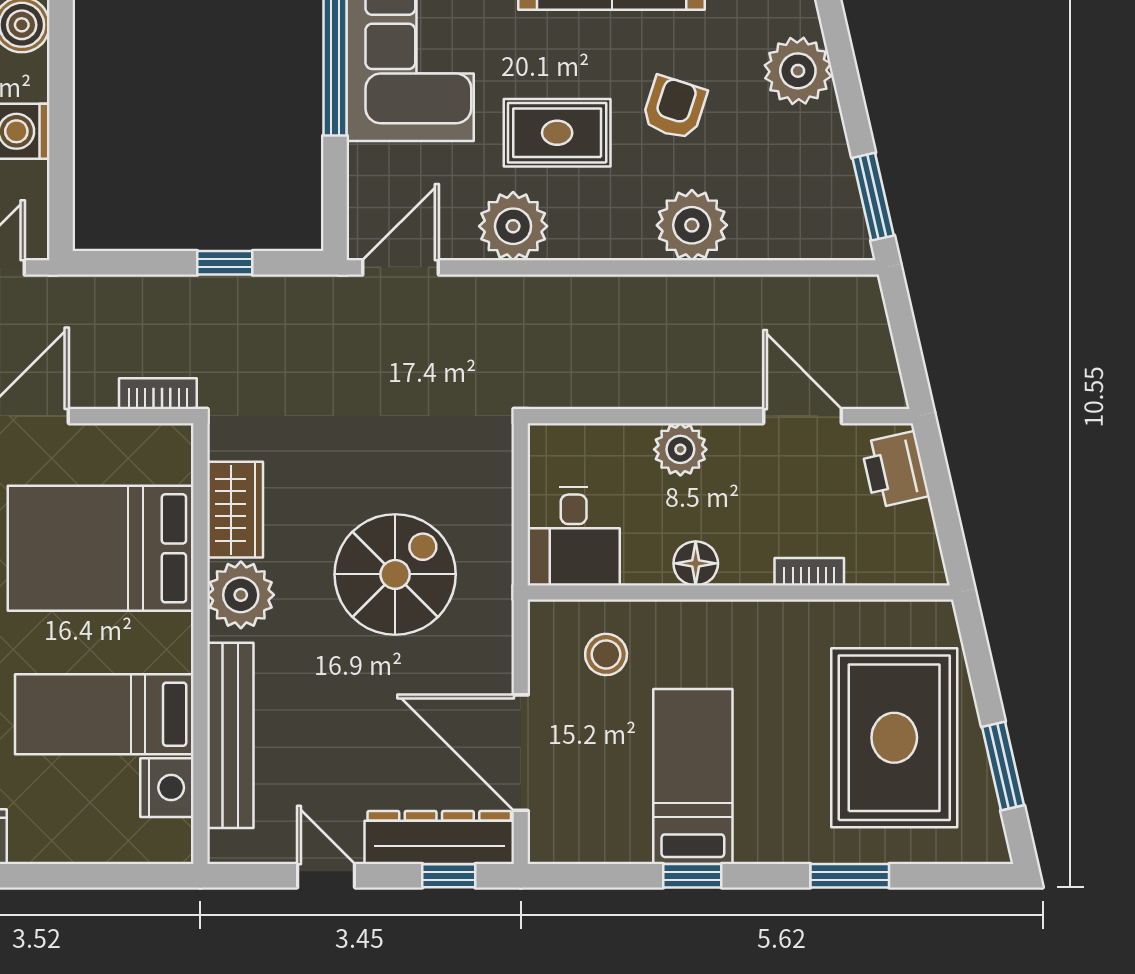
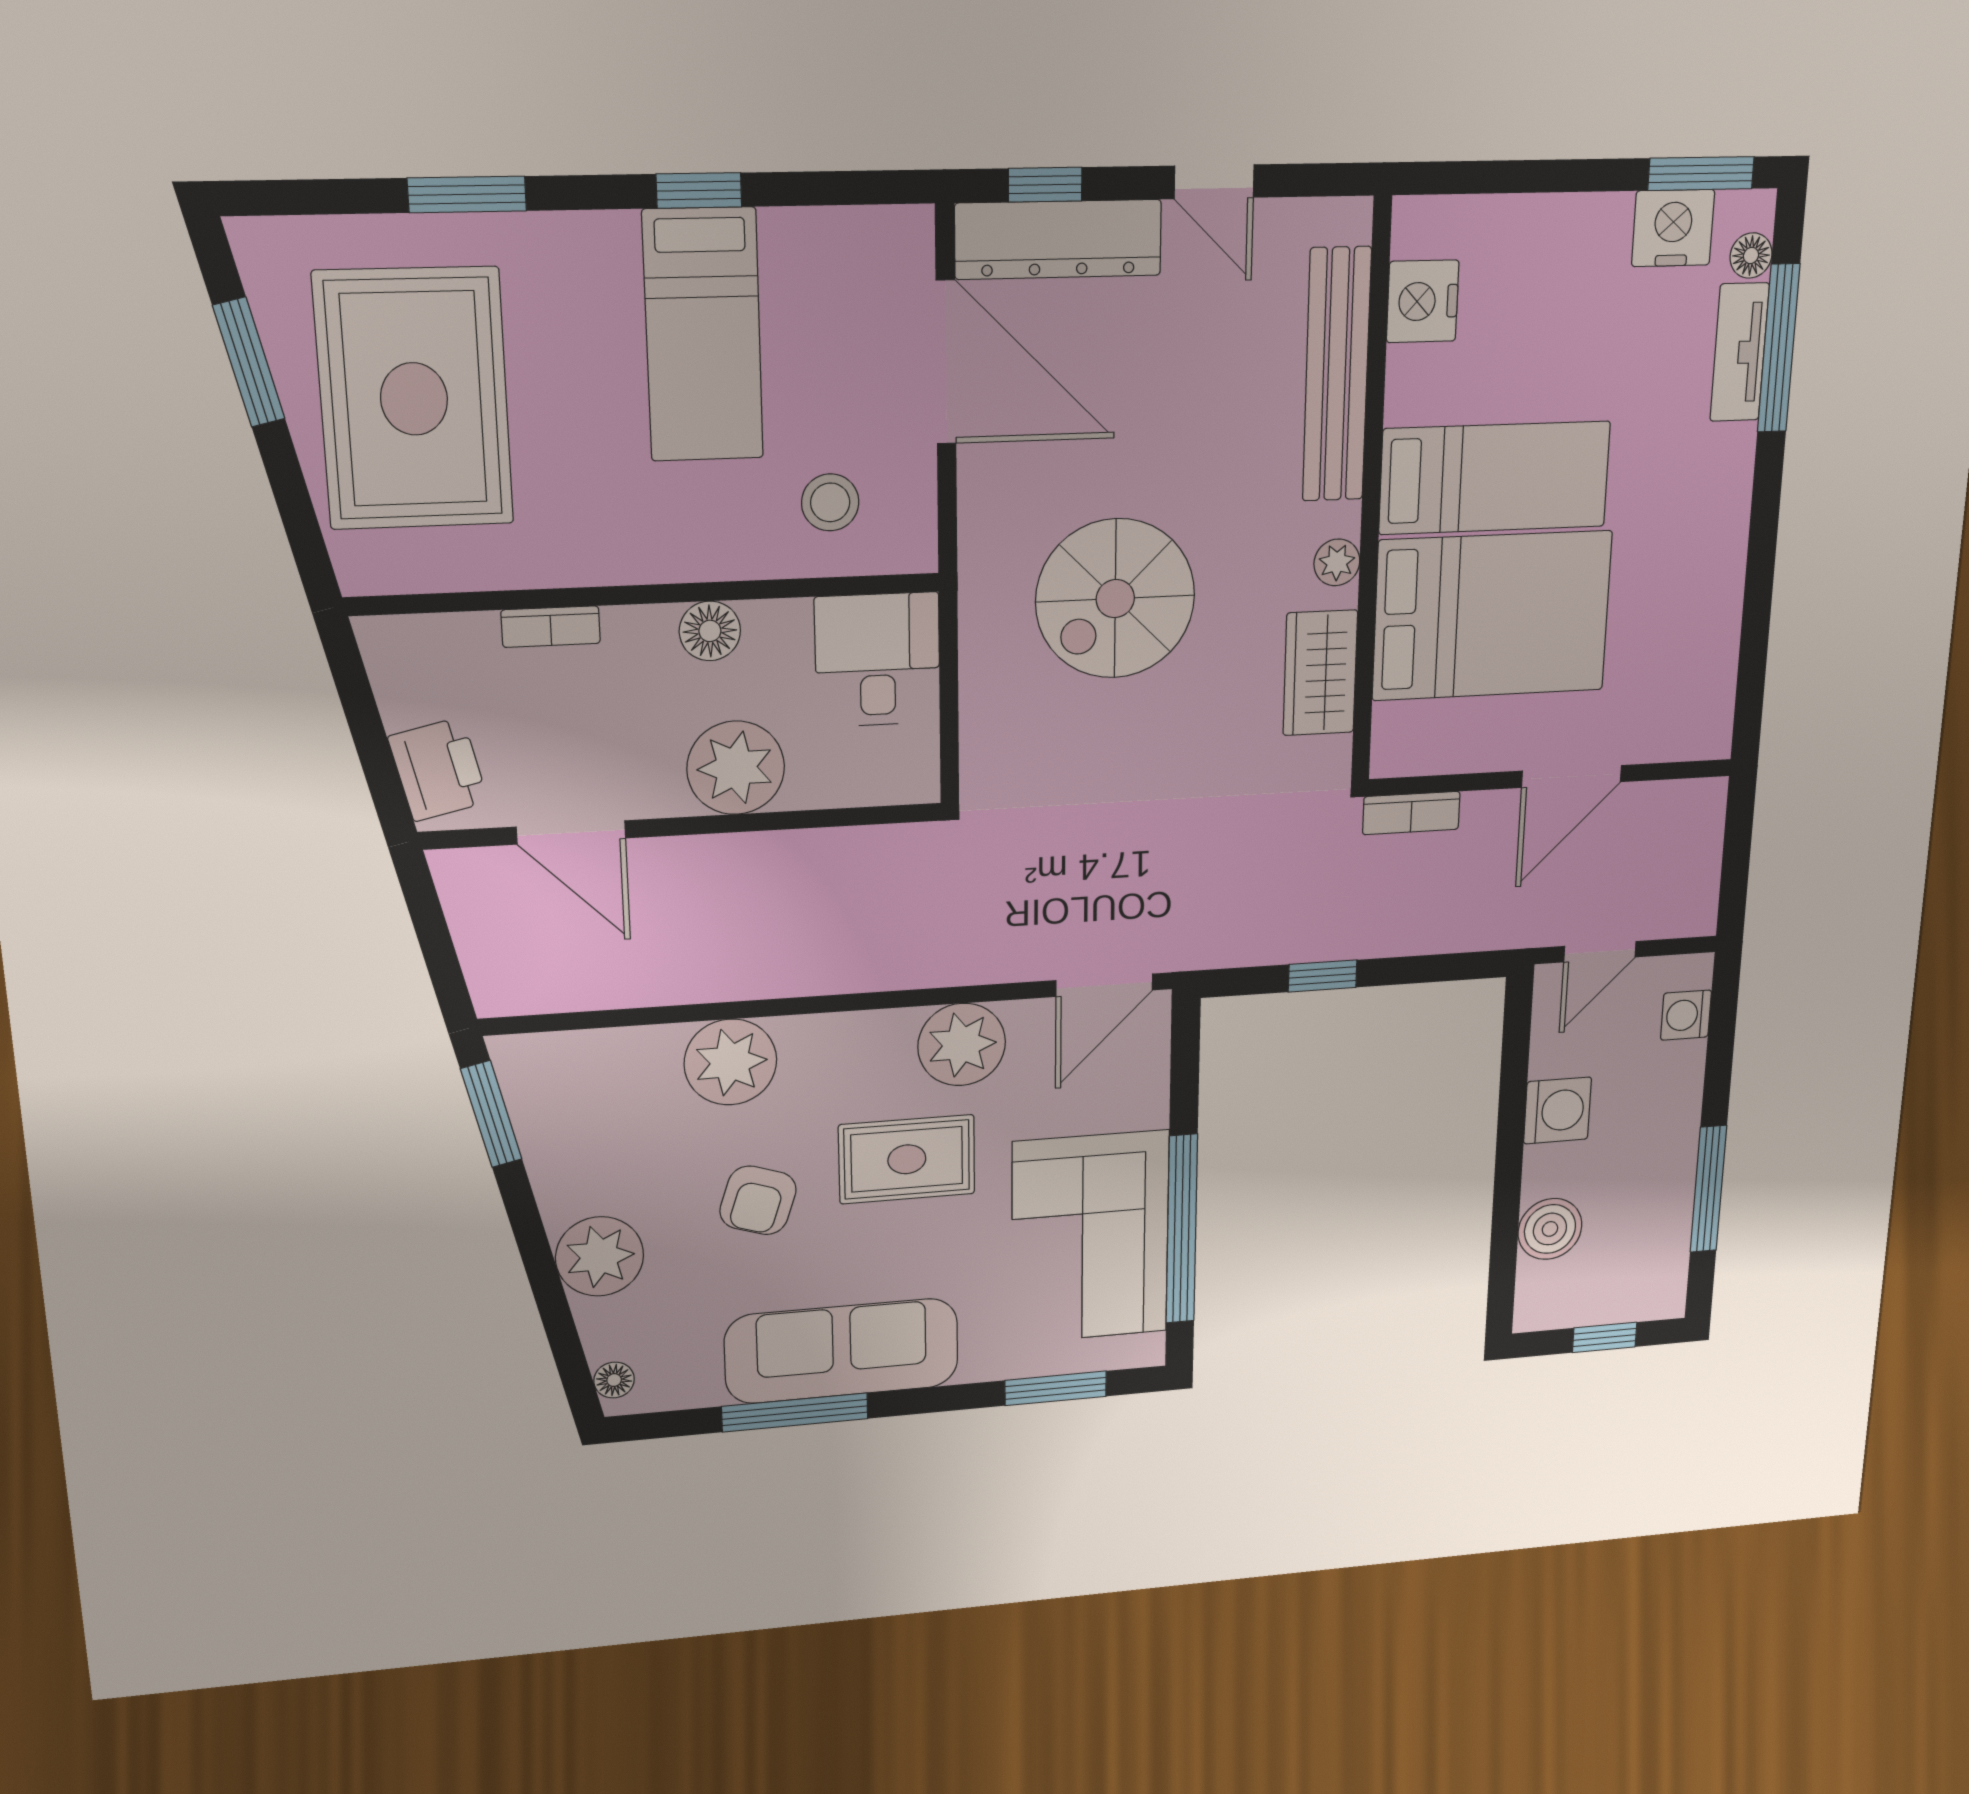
plant: (680, 449) -> (736, 768), width x1.36, depth x1.36
plant: (241, 595) -> (1337, 562), width x0.53, depth x0.53
bed: (104, 714) -> (1495, 478), moved

